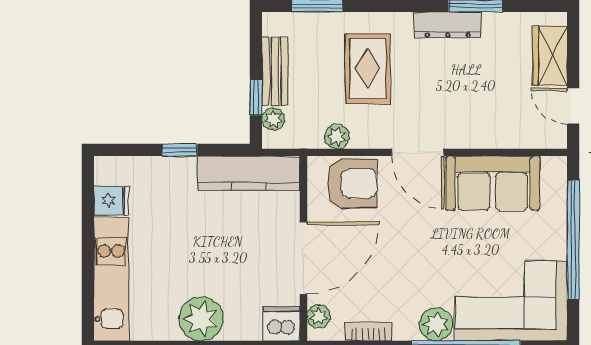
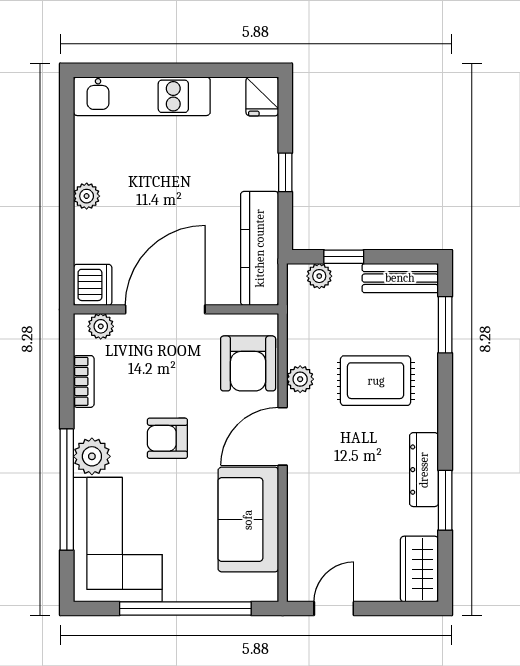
wardrobe: (550, 56) -> (419, 569), moved, turned -90
bench: (275, 71) -> (400, 278), moved
plant: (337, 137) -> (300, 379), moved
fridge: (111, 201) -> (262, 96), moved
armchair: (420, 256) -> (167, 438), added
door: (303, 258) -> (165, 309), swing flipped
plant: (201, 319) -> (87, 196), width x0.53, depth x0.53

